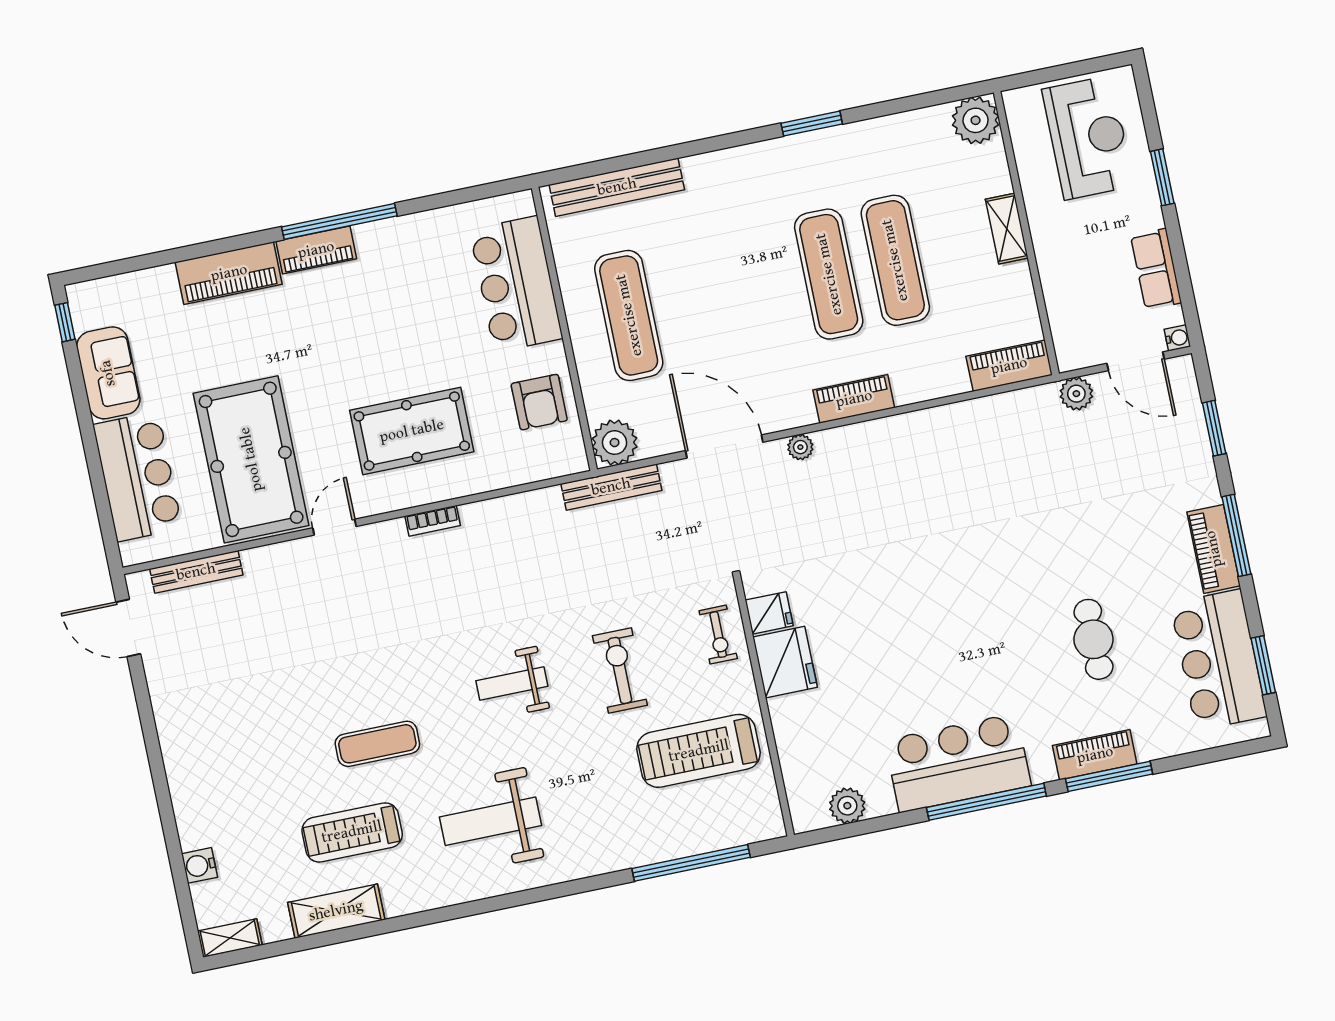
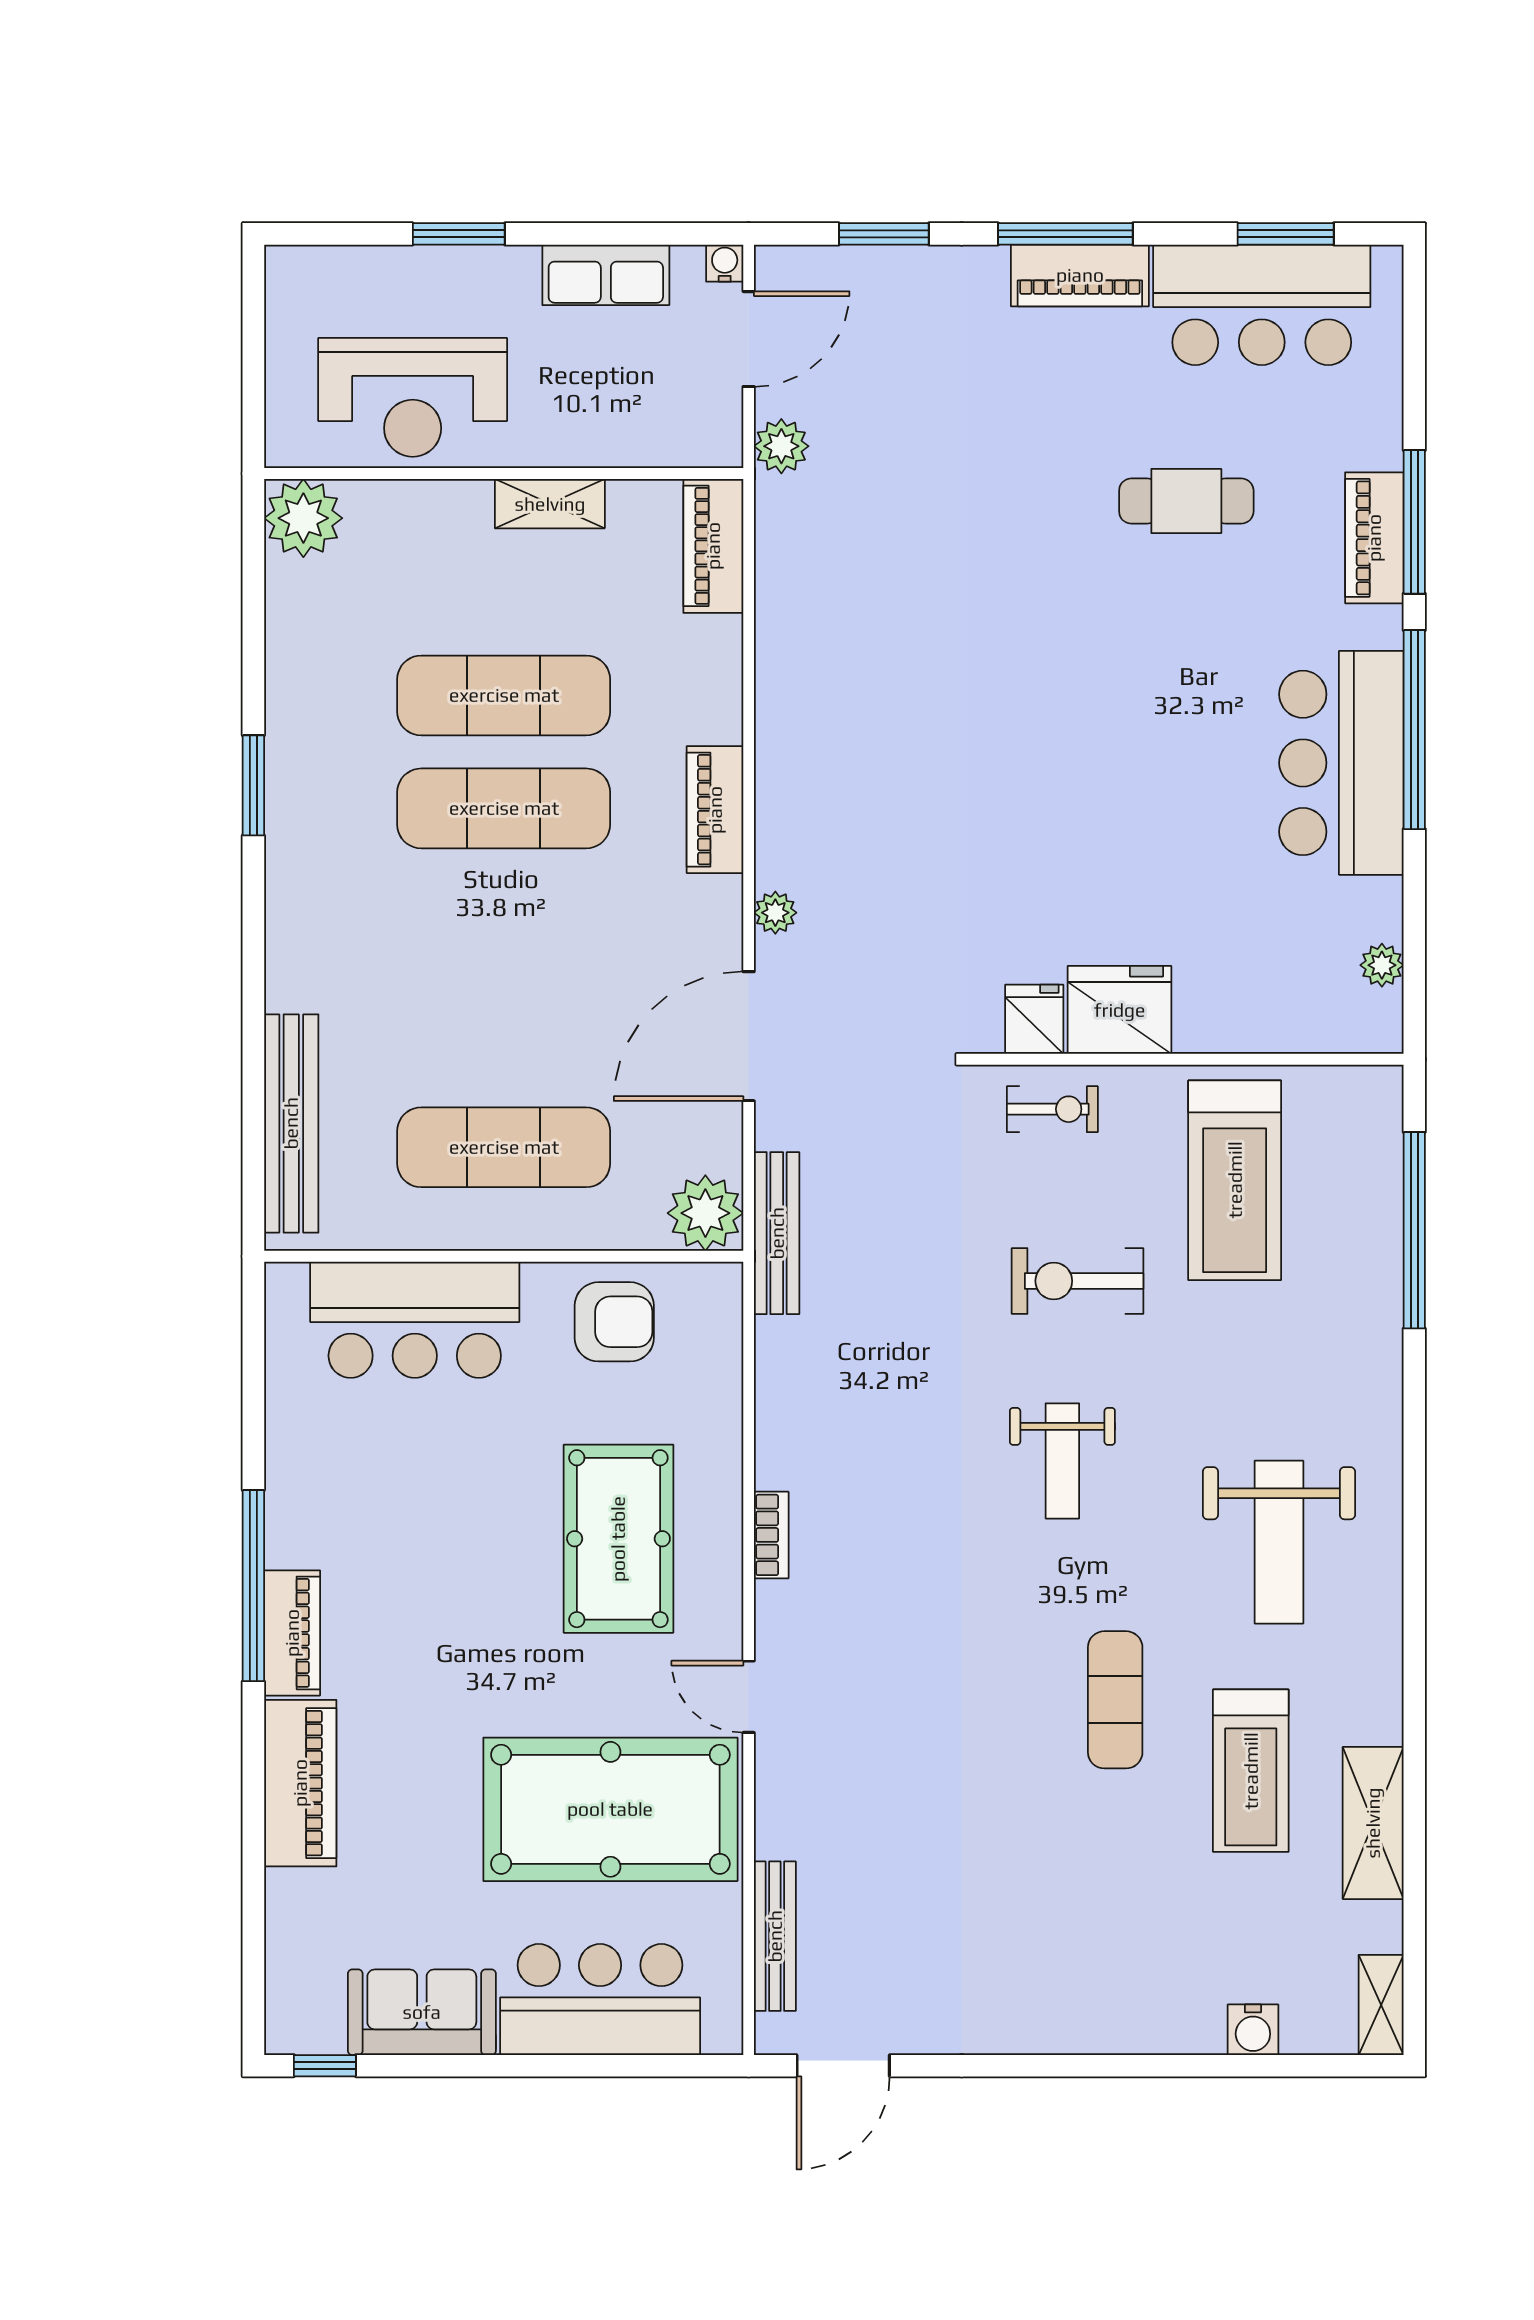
reception desk: (1088, 138) -> (413, 397), moved, turned 180
shelving: (1007, 229) -> (550, 504), moved
plant: (847, 806) -> (1382, 965), width x0.73, depth x0.73

